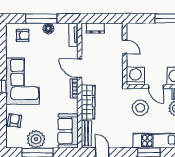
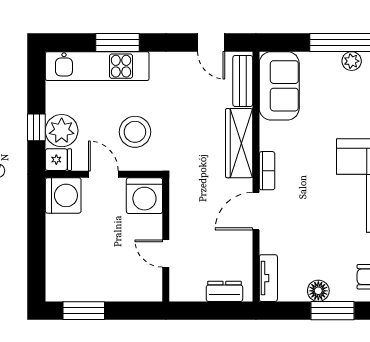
window: (41, 19) -> (332, 311), width x0.69
door: (80, 68) -> (256, 211), swing flipped
plant: (36, 139) -> (352, 61), width x0.53, depth x0.53

